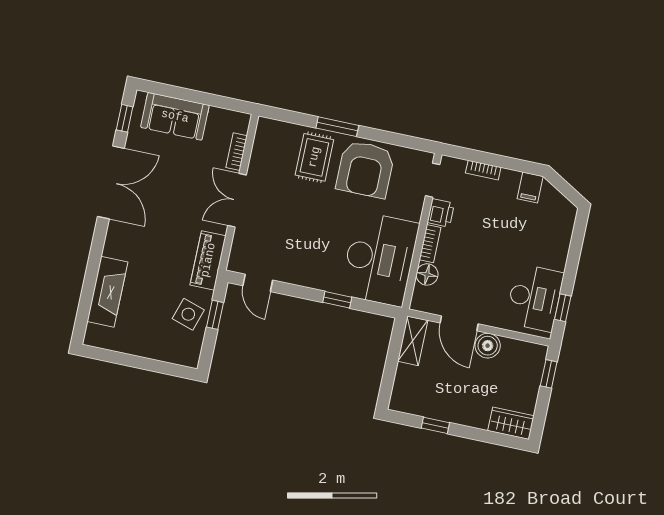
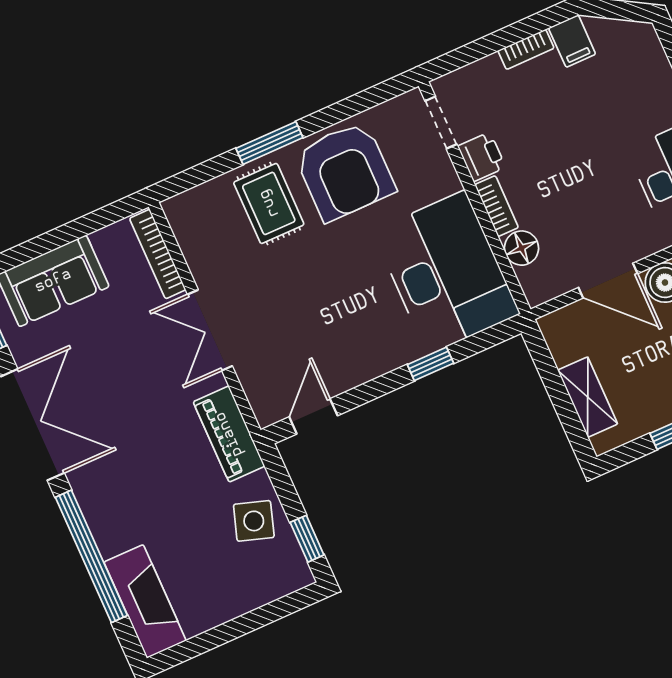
bookcase: (237, 152) -> (158, 254), width x1.56
bookcase: (483, 170) -> (526, 49), moved
window: (92, 272) -> (91, 556), added
door: (258, 283) -> (313, 416), swing flipped
fireplace: (107, 292) -> (145, 601), moved
window: (215, 315) -> (307, 539), moved
shelving: (413, 341) -> (588, 397), moved

